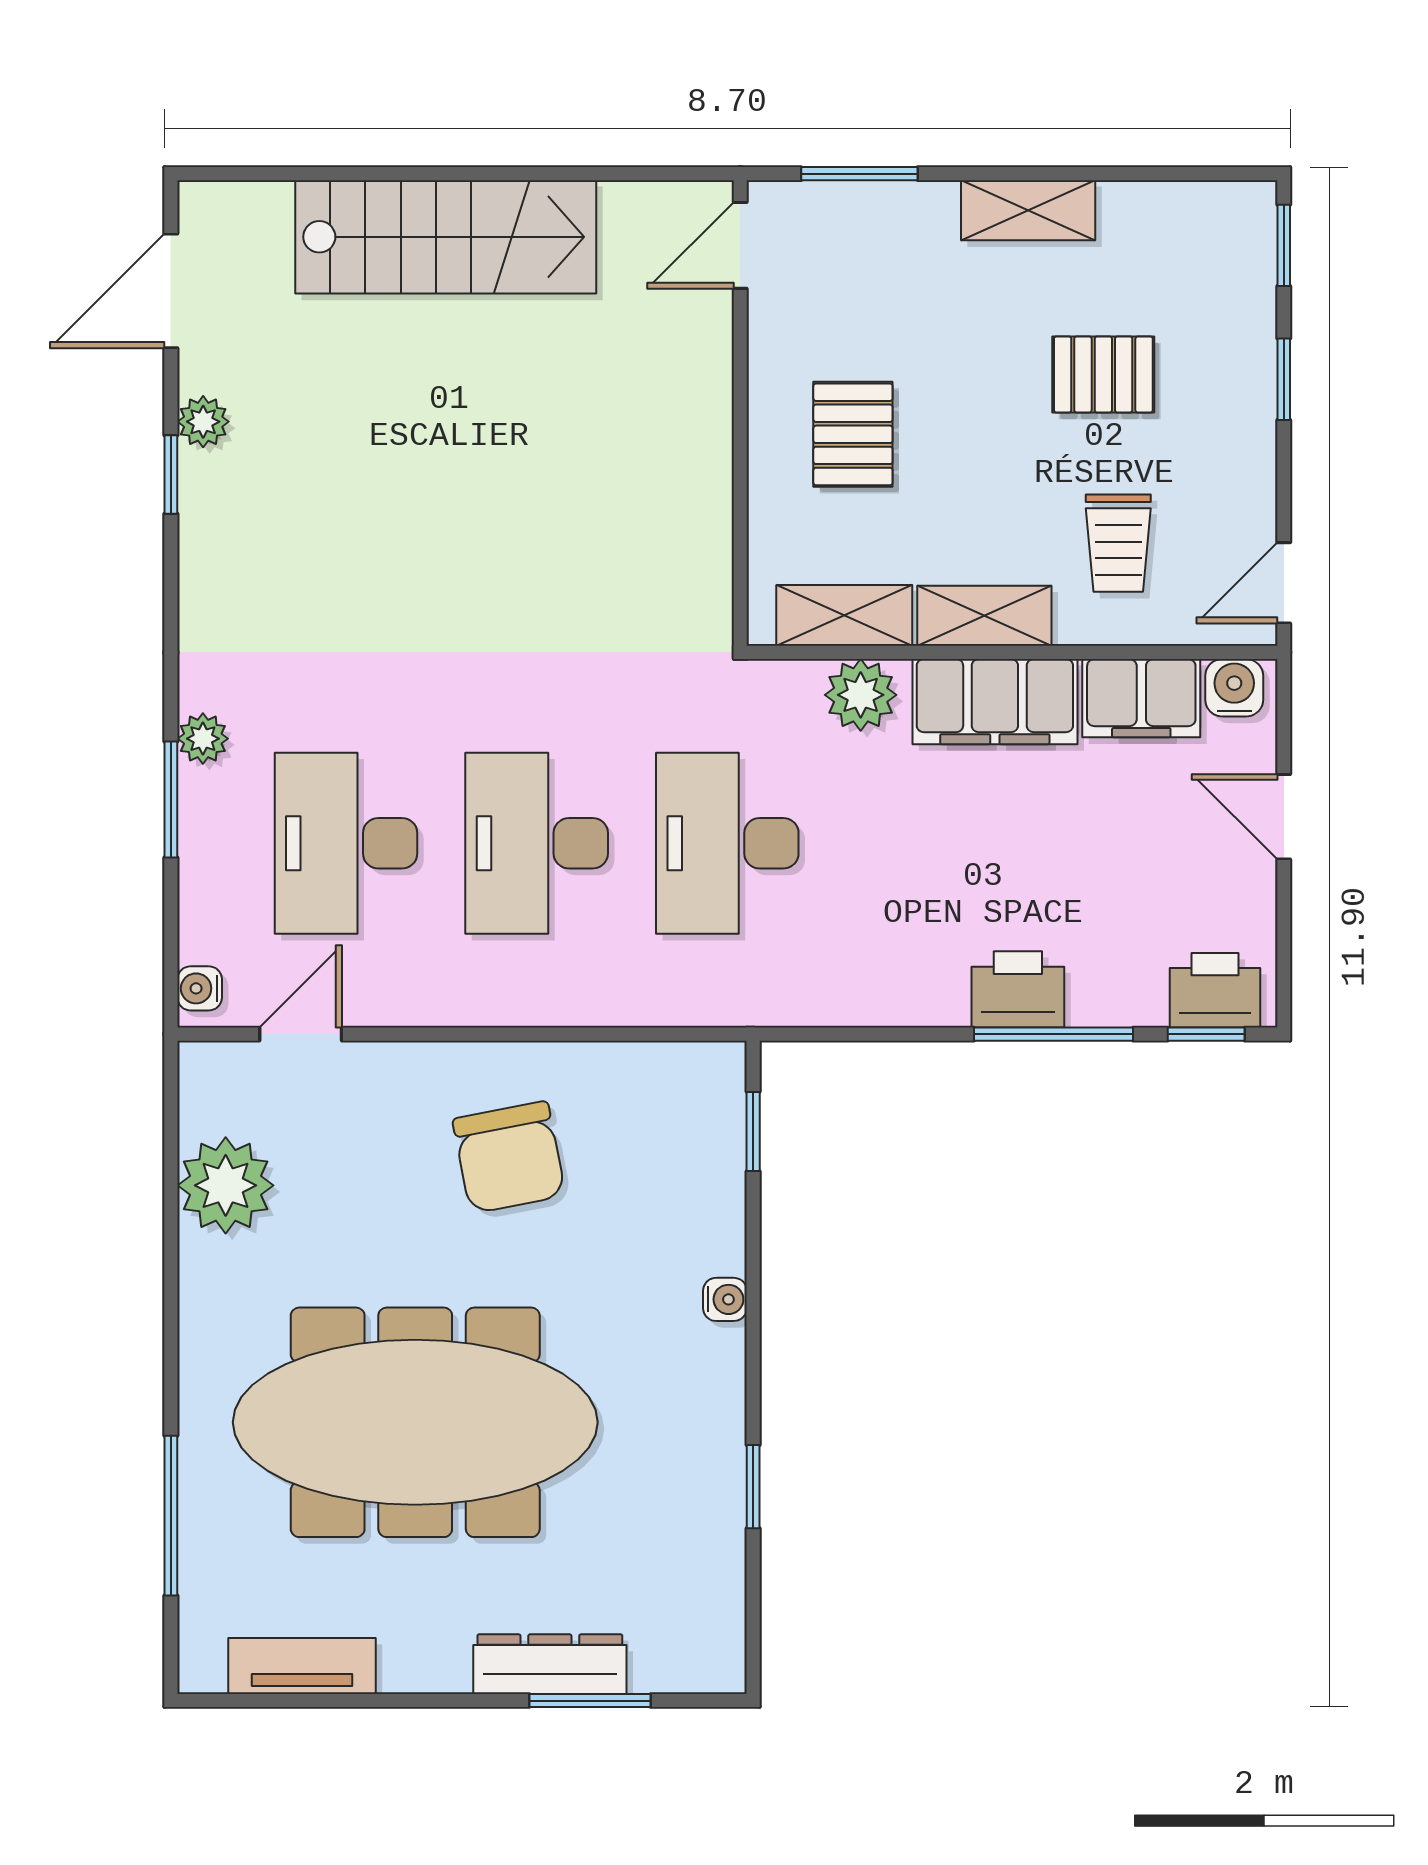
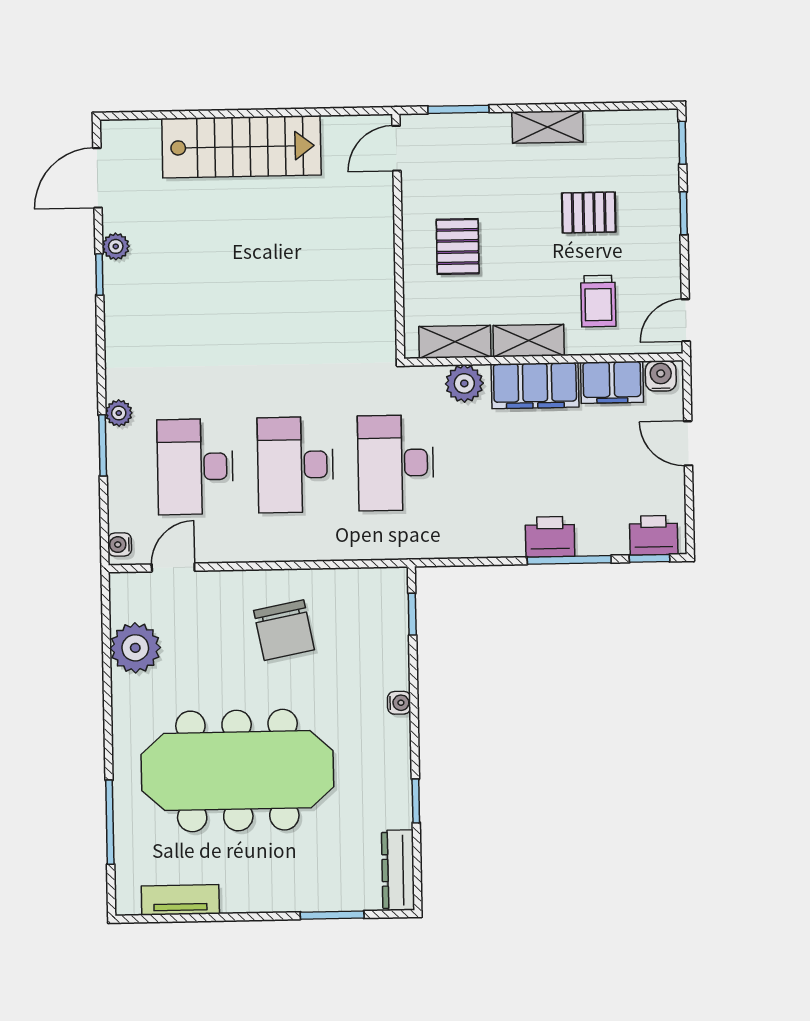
dresser: (550, 1664) -> (398, 870), moved, turned -90

